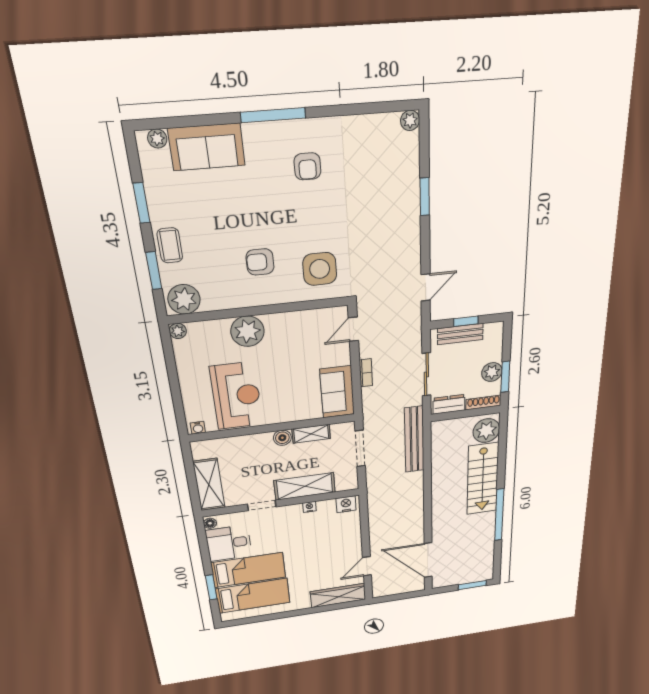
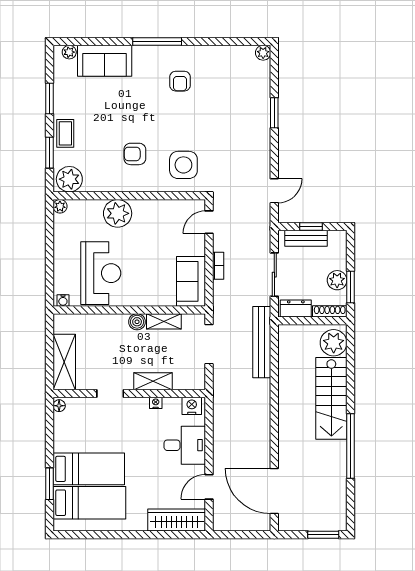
shelving: (305, 486) -> (153, 381), width x0.67, depth x0.75
desk: (229, 543) -> (185, 445), moved, turned 180

